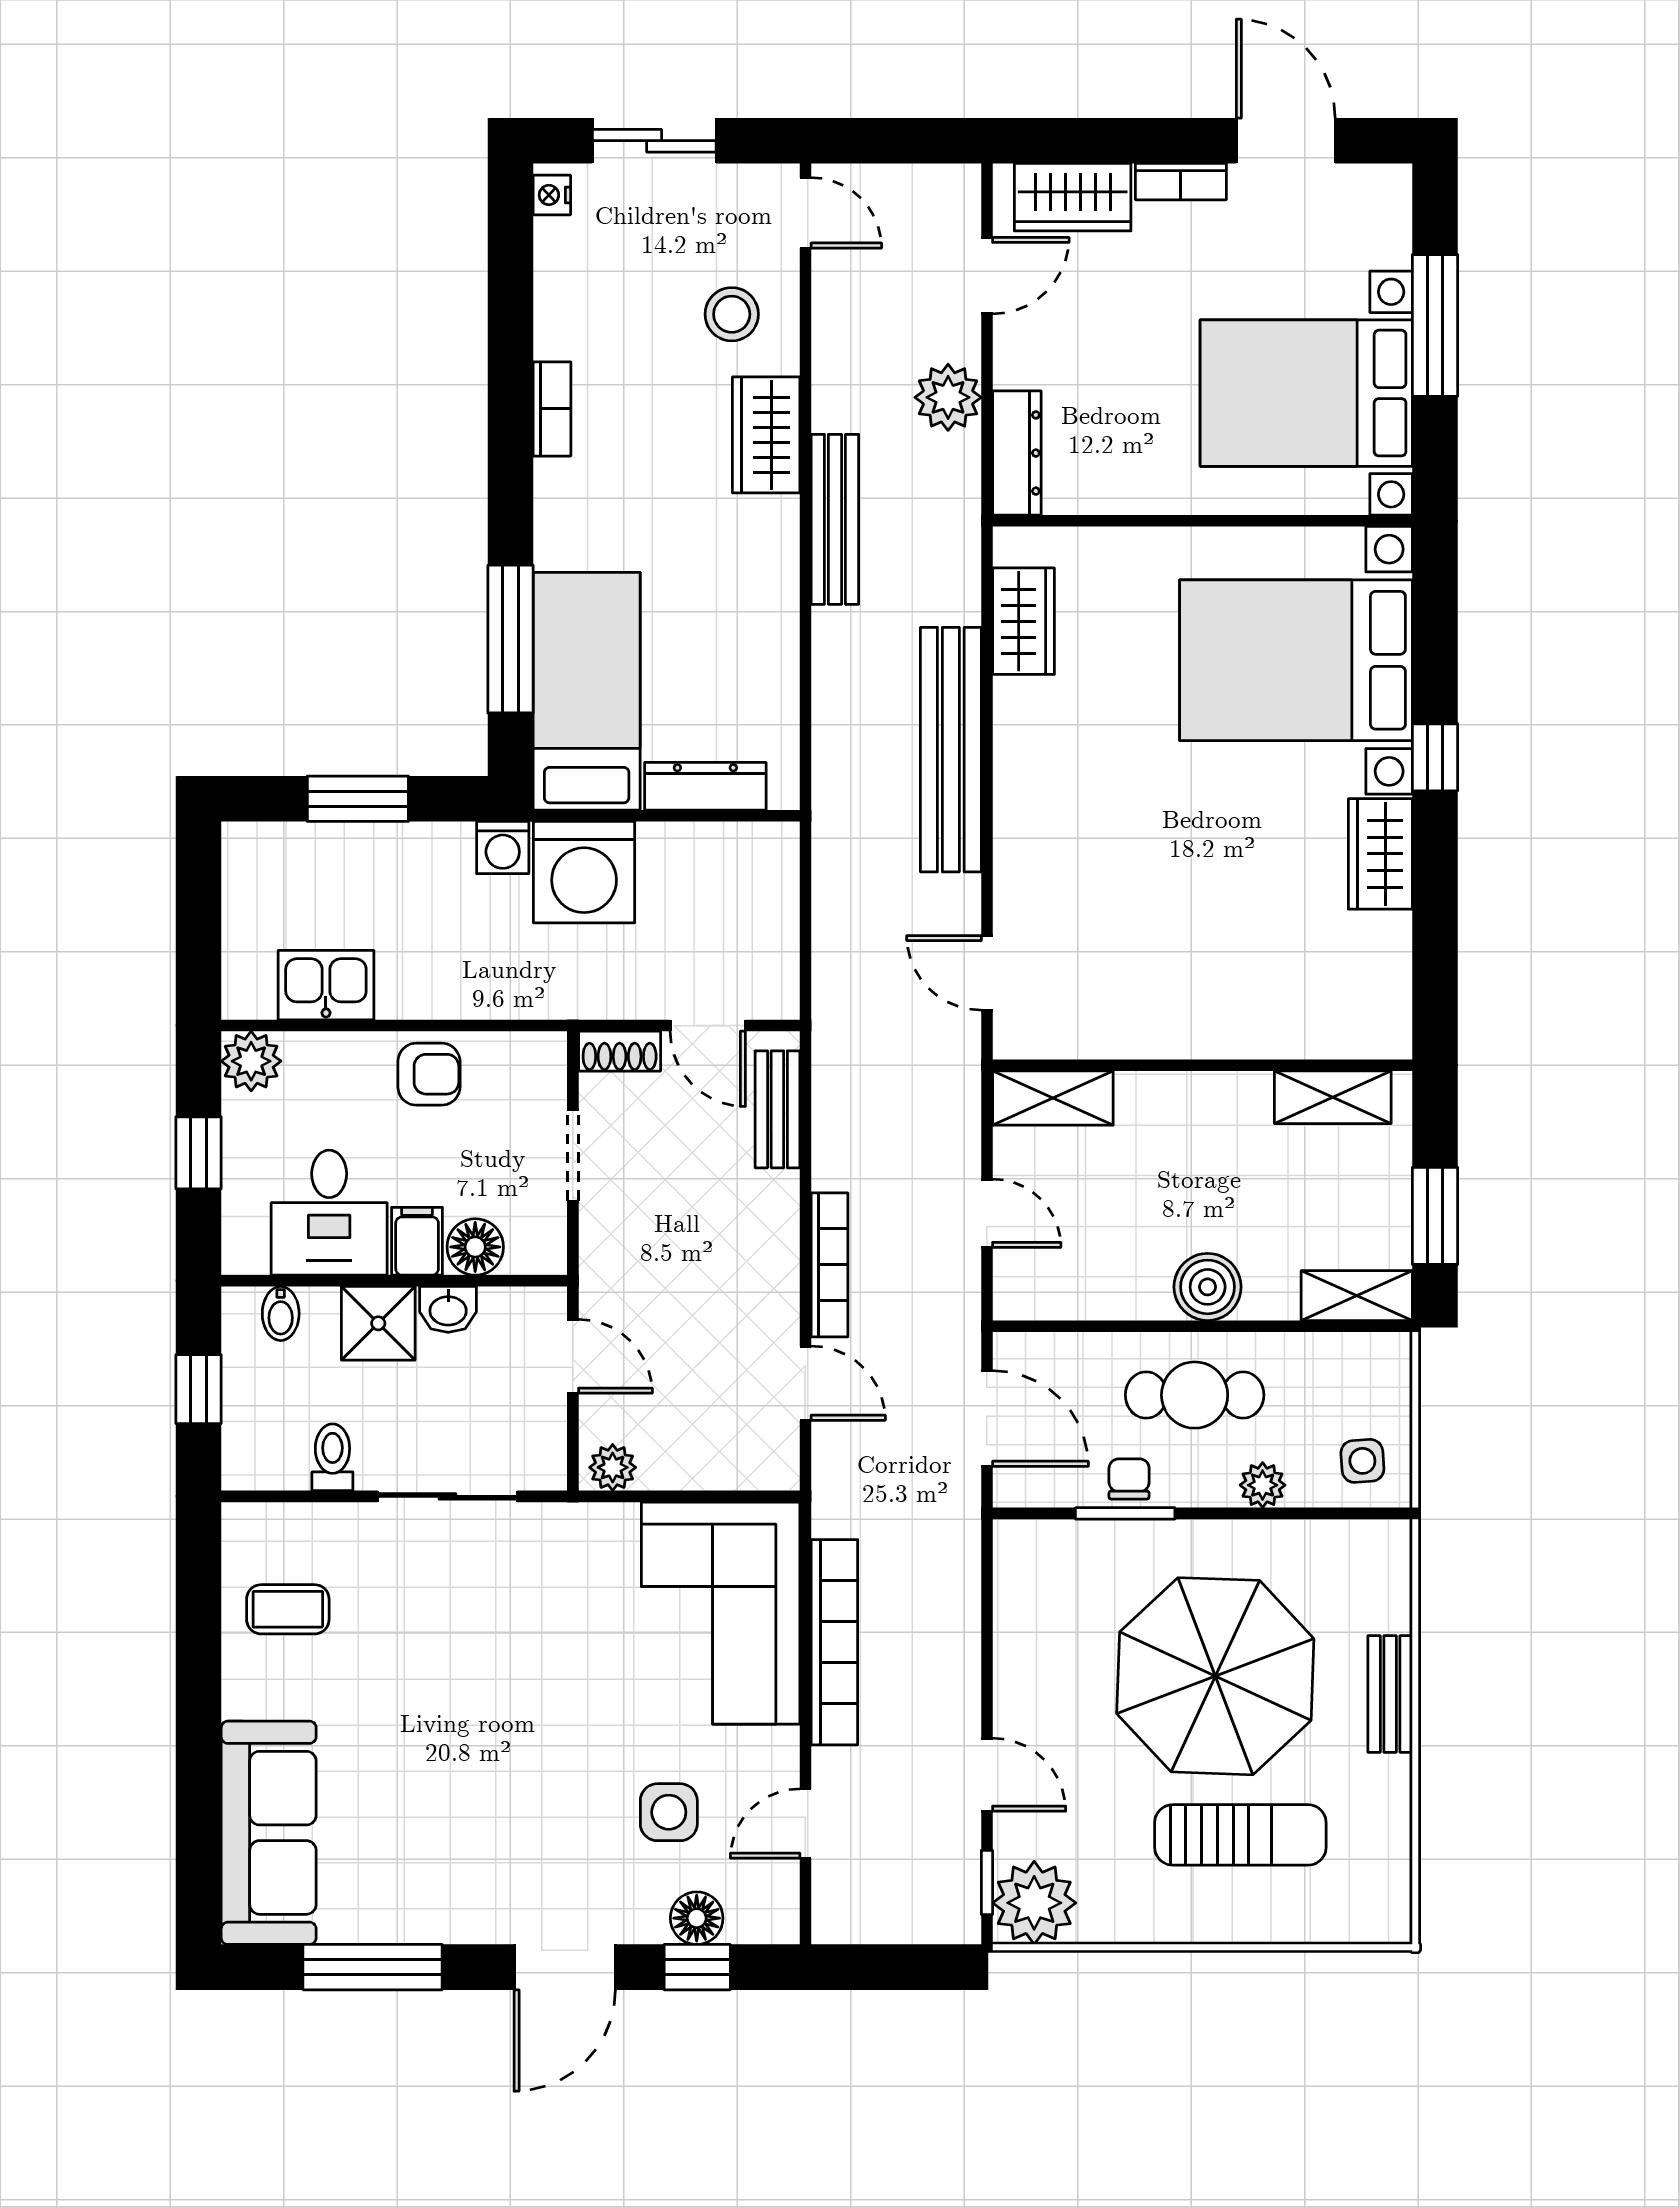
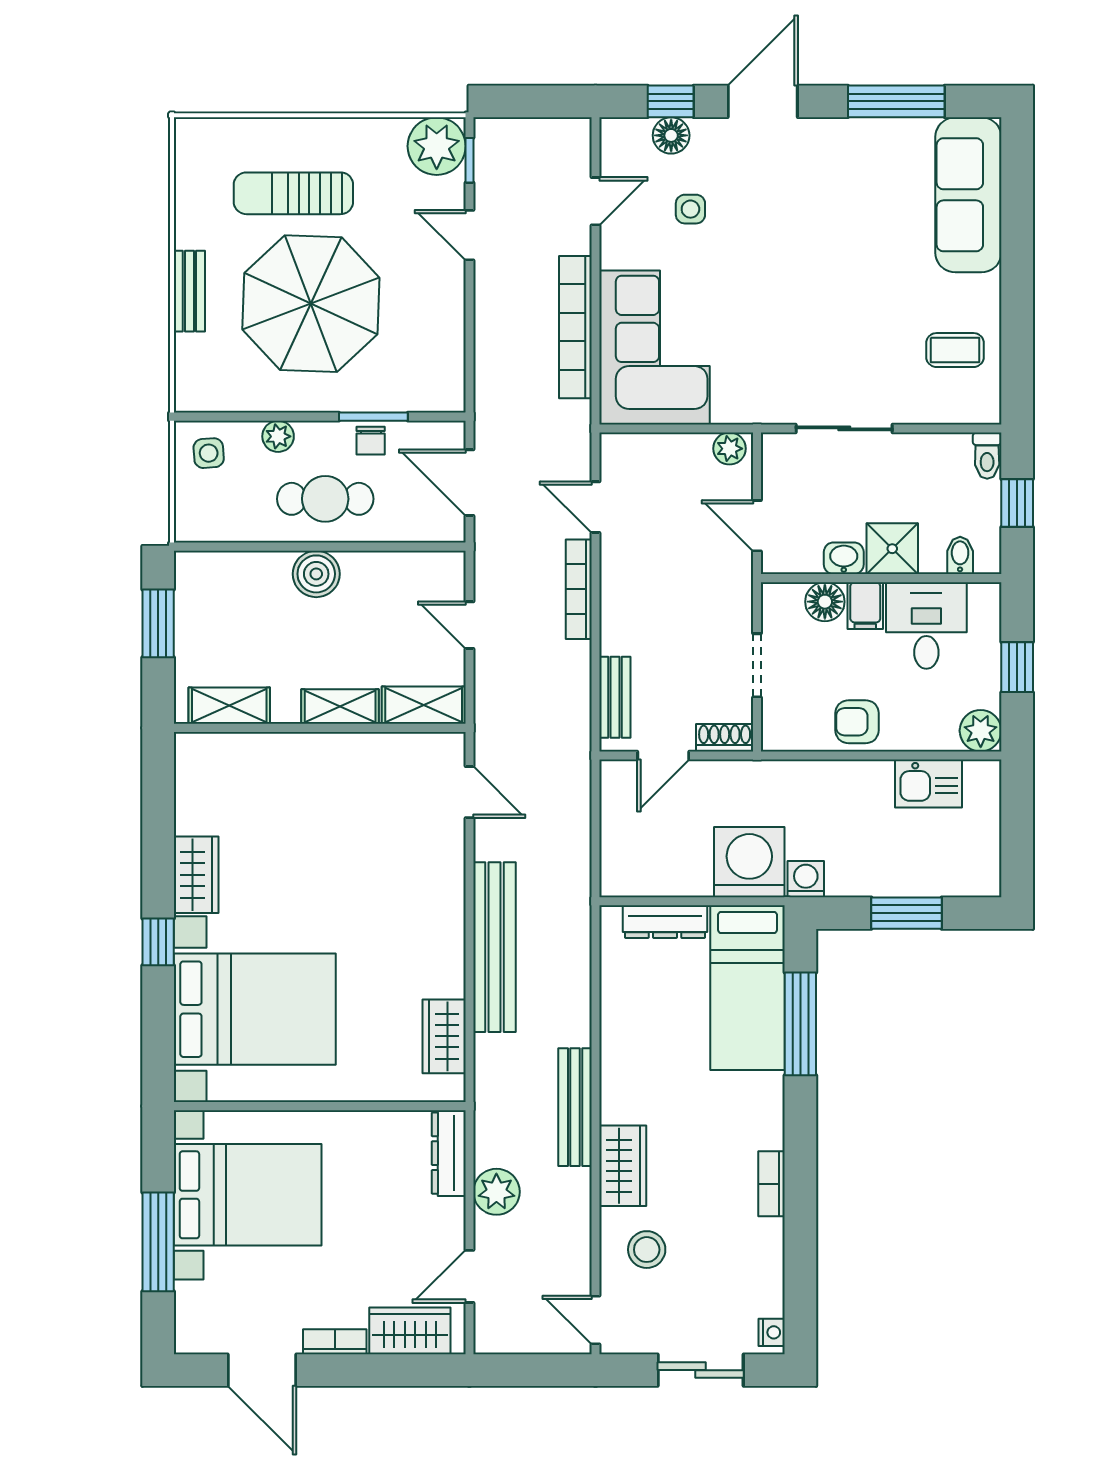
door: (708, 1026) -> (663, 755), swing flipped
shelving: (1357, 1296) -> (340, 707), moved
toilet: (332, 1457) -> (987, 456), moved
side table: (669, 1812) -> (690, 209), width x0.73, depth x0.73

